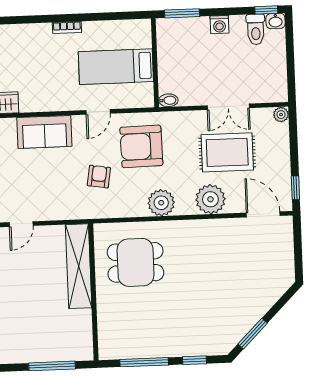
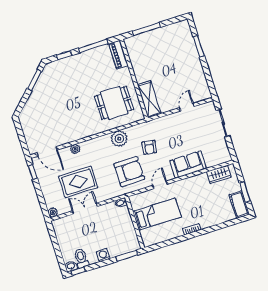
plant: (210, 199) -> (75, 149), width x0.53, depth x0.53
plant: (161, 203) -> (119, 139), moved
shelving: (79, 266) -> (149, 99), width x0.68
piano: (108, 337) -> (118, 55), added

